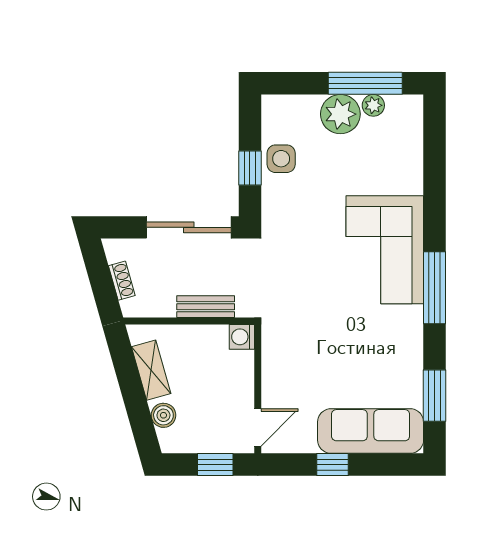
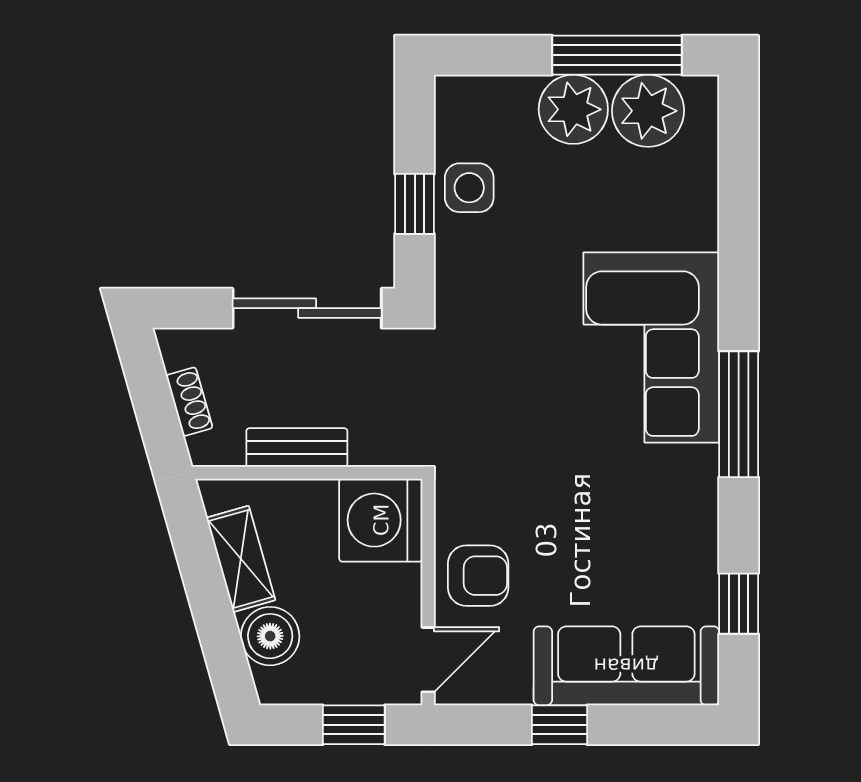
plant: (373, 105) -> (648, 111), width x1.88, depth x1.88
bench: (206, 307) -> (297, 448), moved
washing machine: (242, 337) -> (381, 520), width x1.89, depth x1.89
armchair: (286, 380) -> (478, 576), added
window: (435, 396) -> (739, 604), width x0.67
boiler: (163, 415) -> (270, 636), width x1.36, depth x1.36

